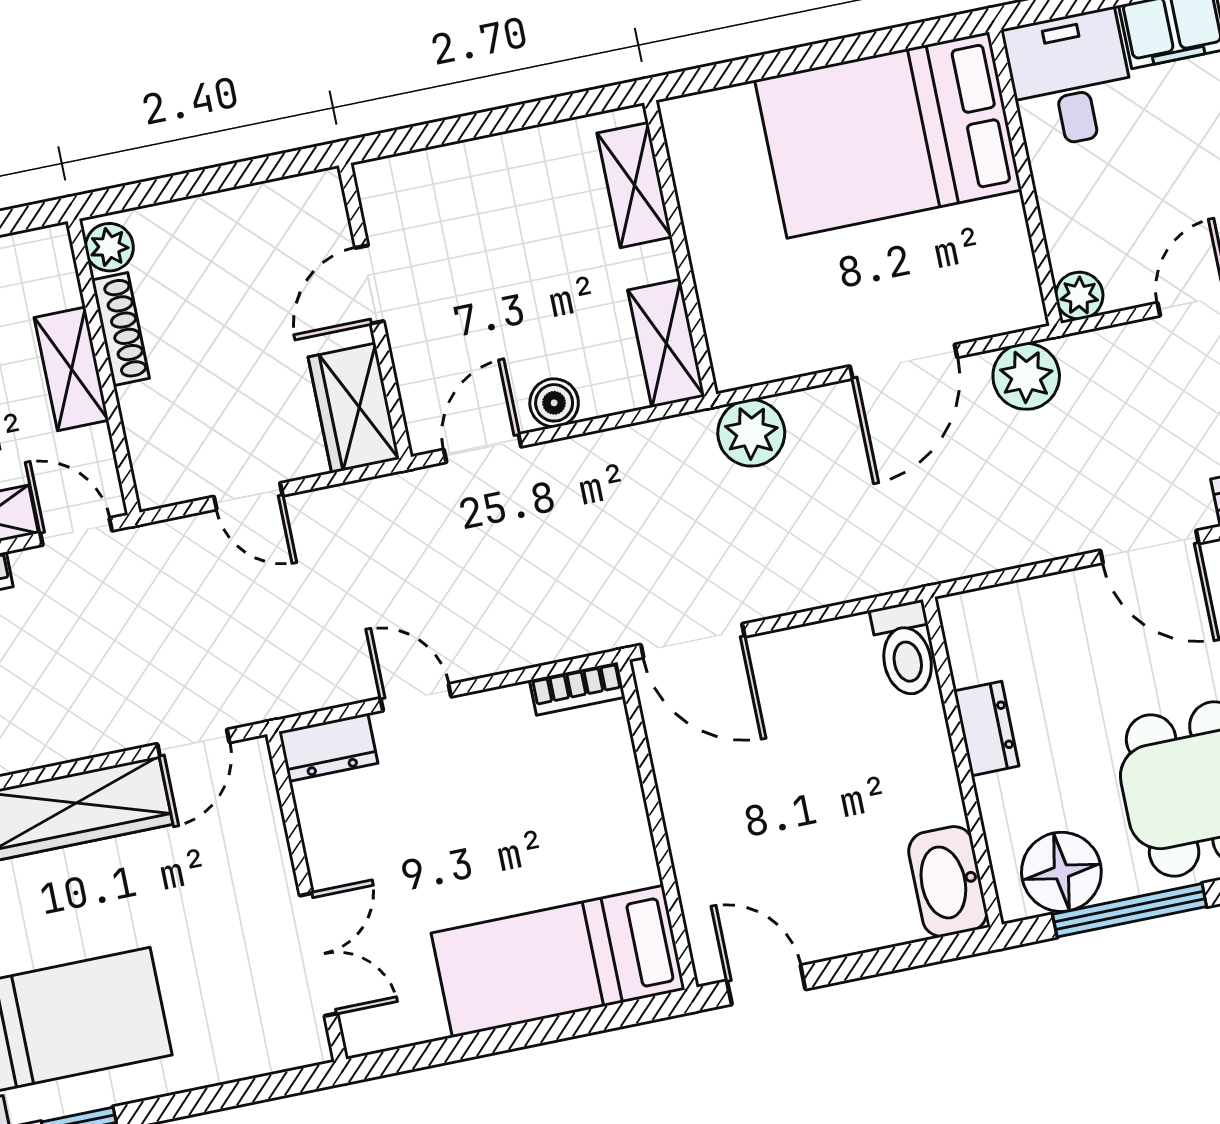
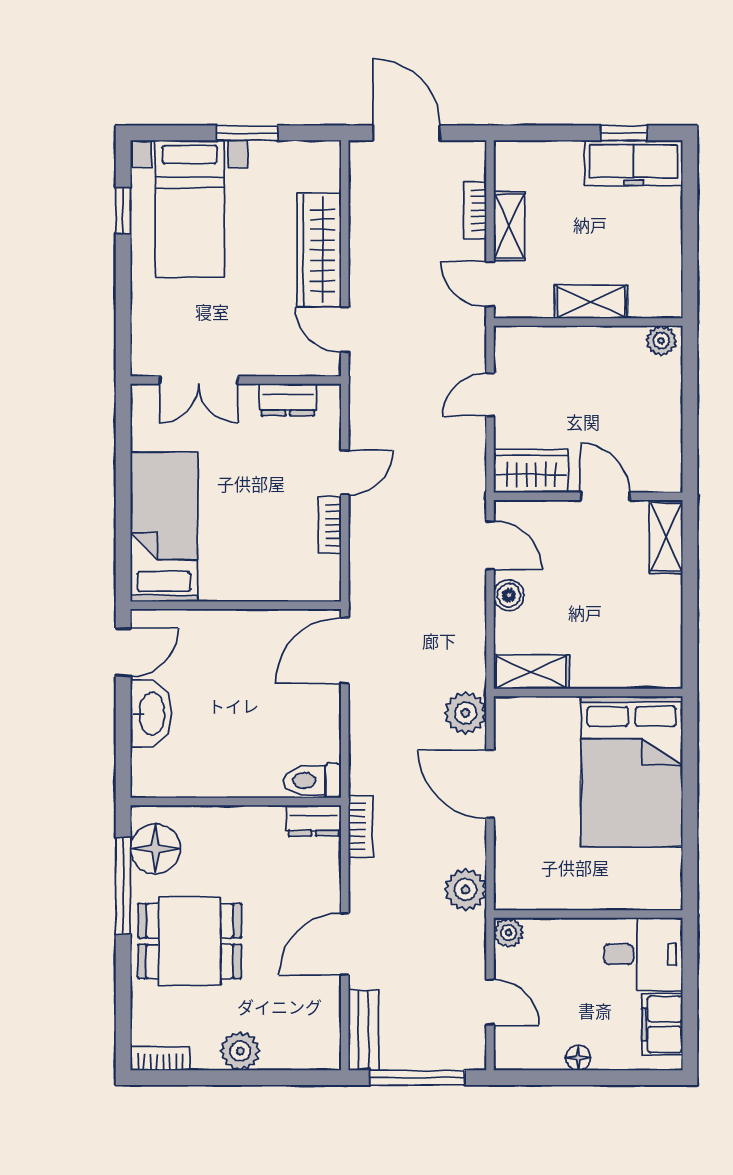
bed: (888, 135) -> (632, 771), moved, turned 180
shelving: (634, 185) -> (666, 537), moved, turned 90
shoe rack: (121, 329) -> (609, 337), removed
door: (904, 362) -> (490, 784), moved
door: (76, 532) -> (490, 284), swing flipped
bookcase: (961, 560) -> (361, 826), added
bookcase: (577, 689) -> (330, 525), moved
dresser: (986, 729) -> (314, 820), moved
dresser: (328, 747) -> (288, 400), moved, turned -90
washbasin: (948, 882) -> (151, 714), moved, turned 90

